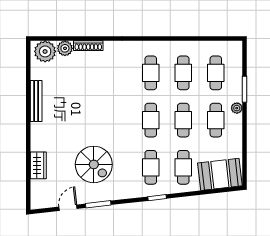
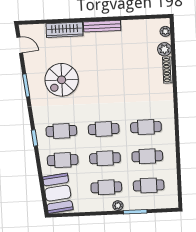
plant: (45, 51) -> (165, 31), width x0.53, depth x0.53
bench: (36, 101) -> (102, 26), moved
wardrobe: (38, 165) -> (65, 30), width x1.50
door: (68, 208) -> (20, 45), moved

